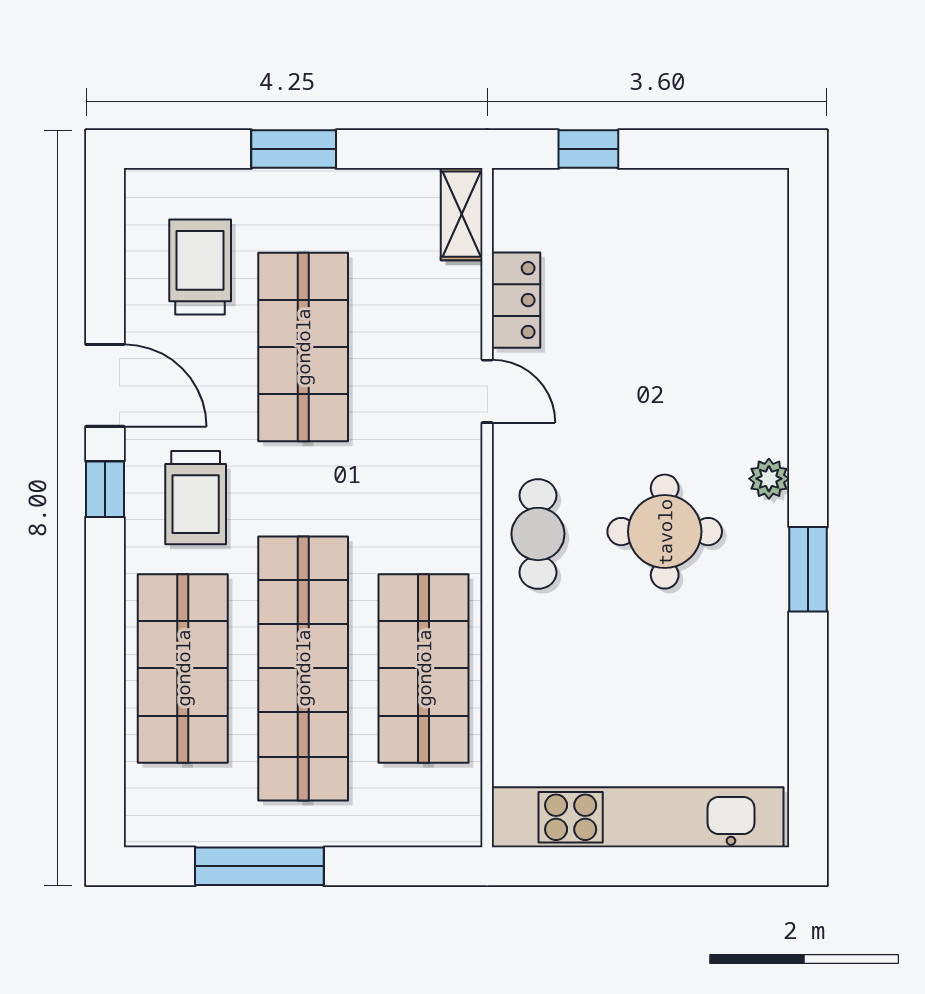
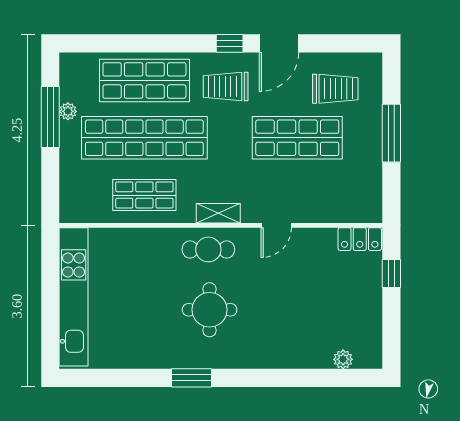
window: (294, 149) -> (391, 133), width x1.44
shelving: (462, 214) -> (218, 213), moved
locker: (516, 300) -> (360, 239), moved
plant: (769, 479) -> (343, 359), moved
shop shelf: (424, 668) -> (144, 195), width x0.70, depth x0.74
plant: (248, 829) -> (68, 111), added

